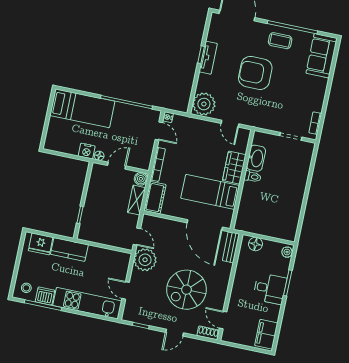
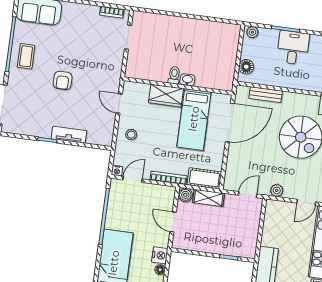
tv unit: (208, 58) -> (69, 135), moved
armchair: (255, 73) -> (63, 80), width x0.53, depth x0.53
plant: (204, 104) -> (100, 133), removed
door: (230, 124) -> (119, 104), swing flipped
stool: (200, 133) -> (131, 135), added
floor lamp: (99, 156) -> (160, 270), moved
washbasin: (256, 158) -> (187, 80), moved, width x0.52, depth x0.69
bench: (231, 247) -> (266, 95), moved
plant: (145, 260) -> (277, 190), width x0.53, depth x0.53

